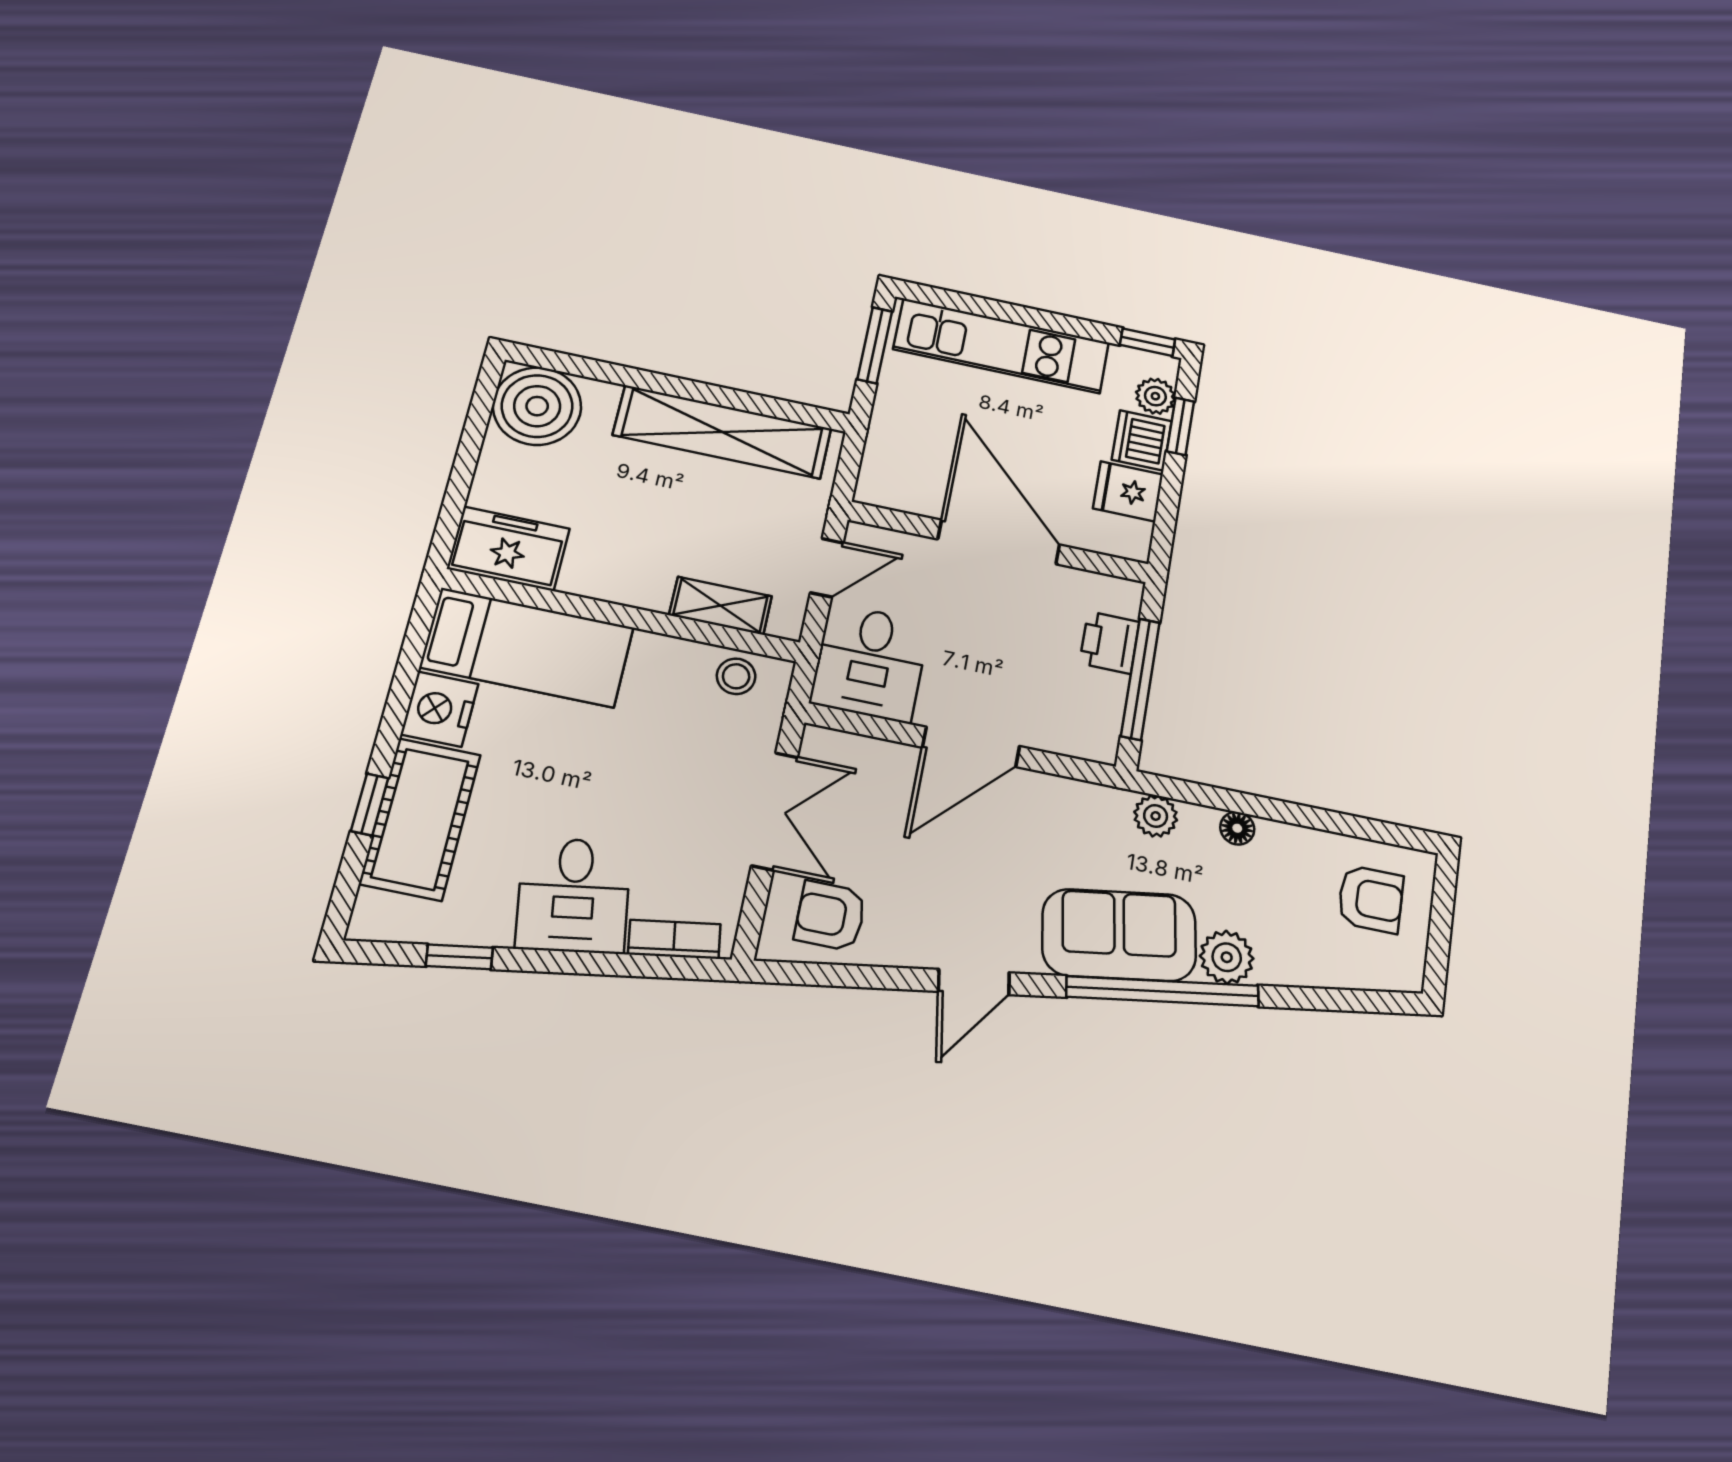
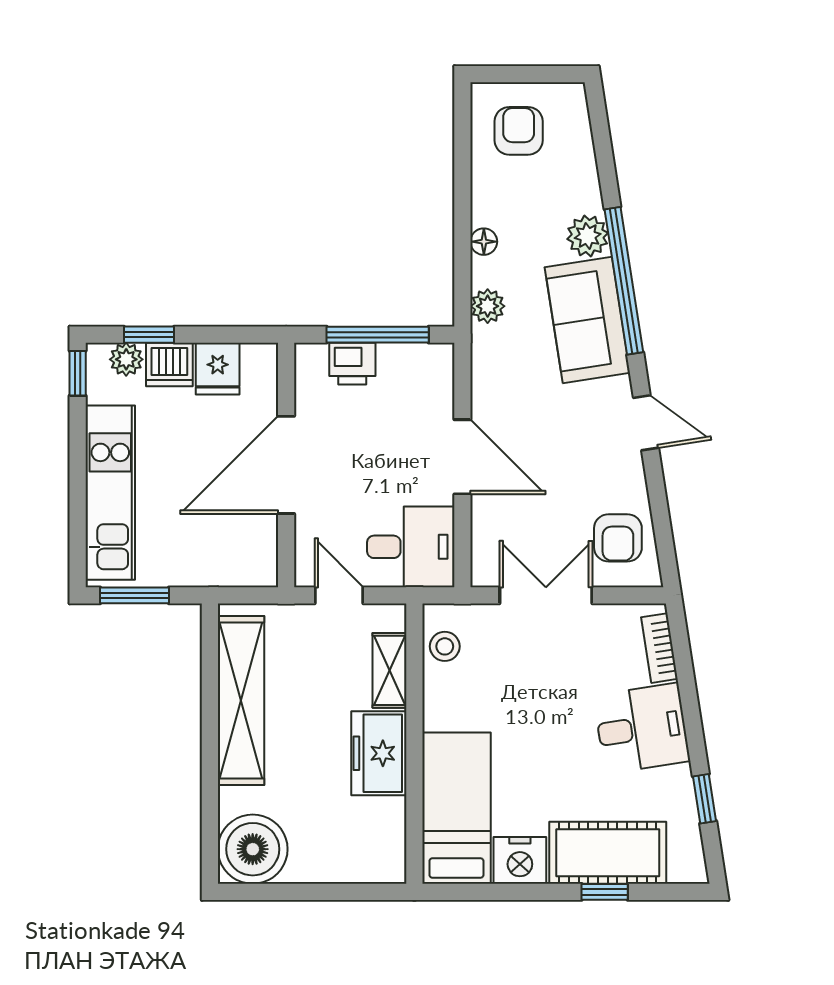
freezer: (508, 549) -> (379, 753), moved

